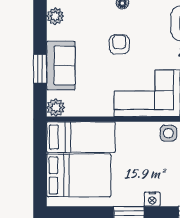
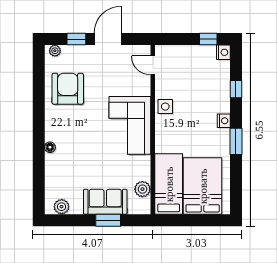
armchair: (119, 44) -> (86, 150), removed
plant: (56, 108) -> (142, 189), moved

